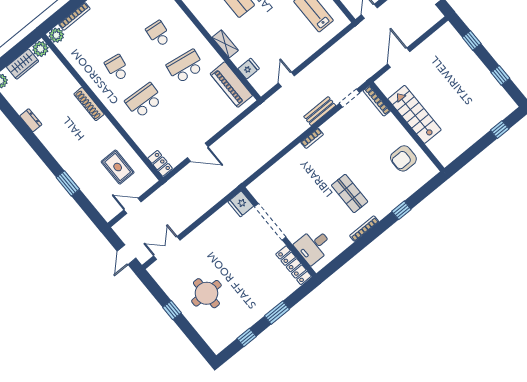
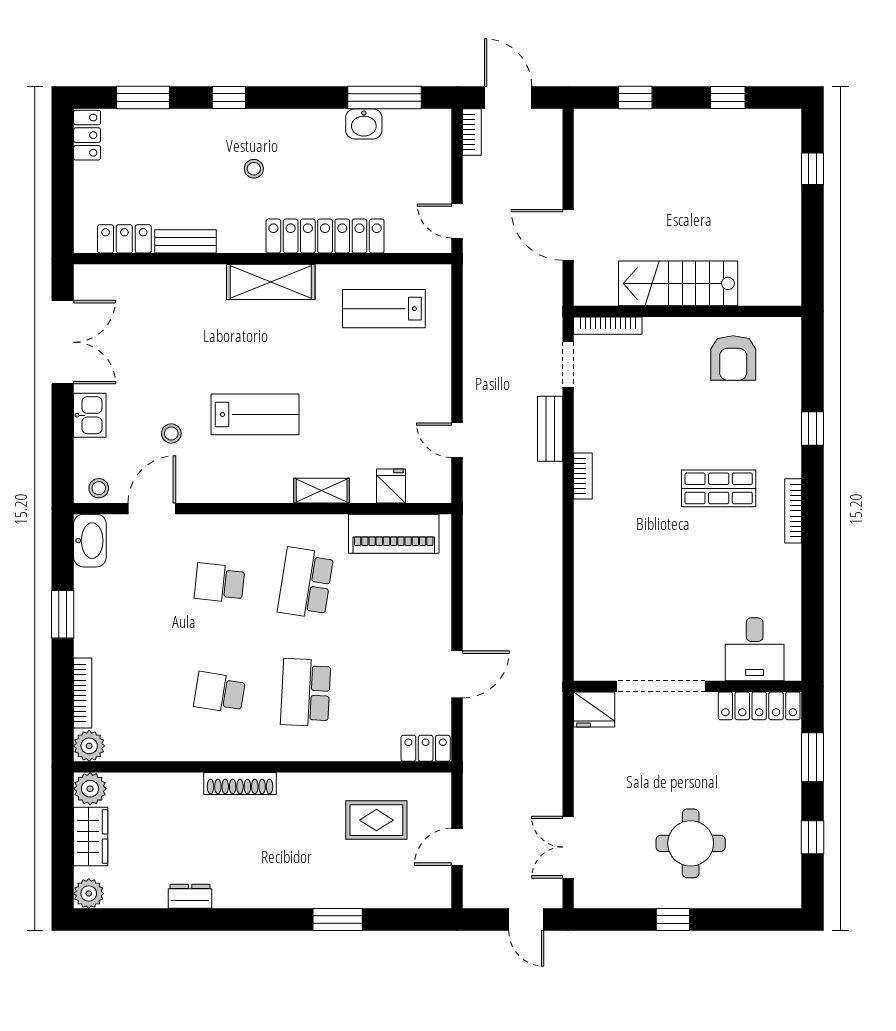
fridge: (241, 204) -> (594, 710), moved
doorway: (270, 222) -> (661, 686), moved
wall: (279, 232) -> (687, 686), moved
desk: (314, 246) -> (755, 649), moved
locker: (293, 265) -> (759, 706), moved

